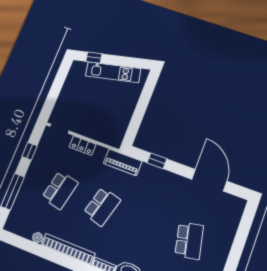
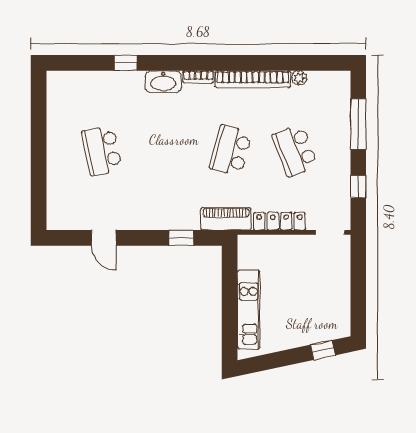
kitchen unit: (113, 72) -> (249, 309), moved, turned 102
locker: (83, 146) -> (280, 221), width x1.53
door: (209, 180) -> (104, 238), width x0.53
school desk: (60, 190) -> (295, 150), turned -33

